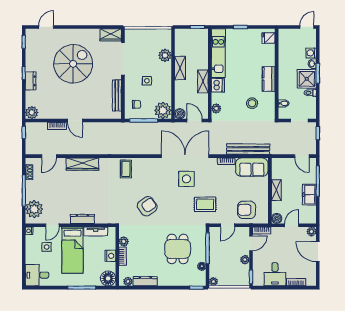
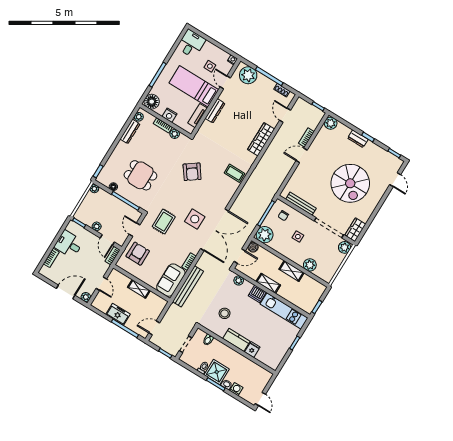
plant: (131, 35) -> (345, 247), added
fridge: (268, 38) -> (252, 350), moved
boiler: (277, 218) -> (115, 274), removed

